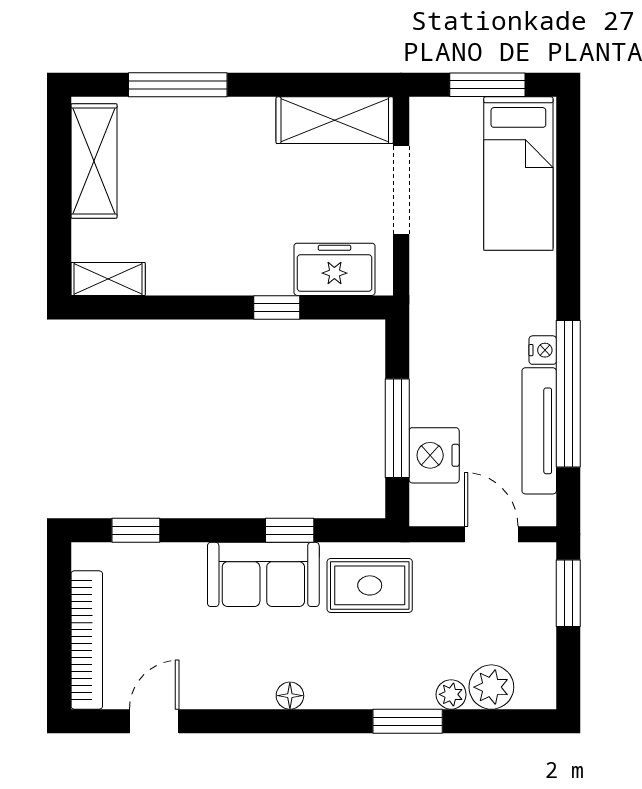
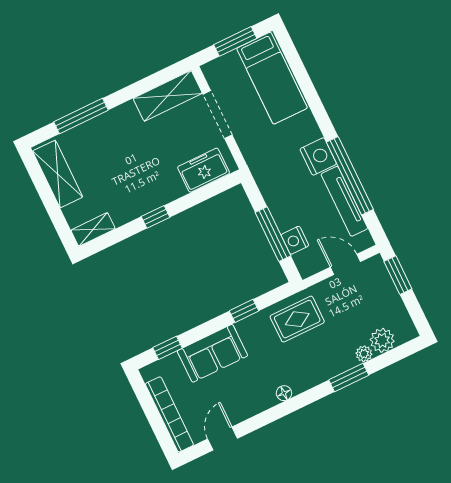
window: (277, 308) -> (156, 217), moved
nightstand: (543, 350) -> (318, 156), width x1.89, depth x1.79
nightstand: (434, 455) -> (295, 240), width x0.74, depth x0.75
sofa: (263, 574) -> (212, 353), moved

